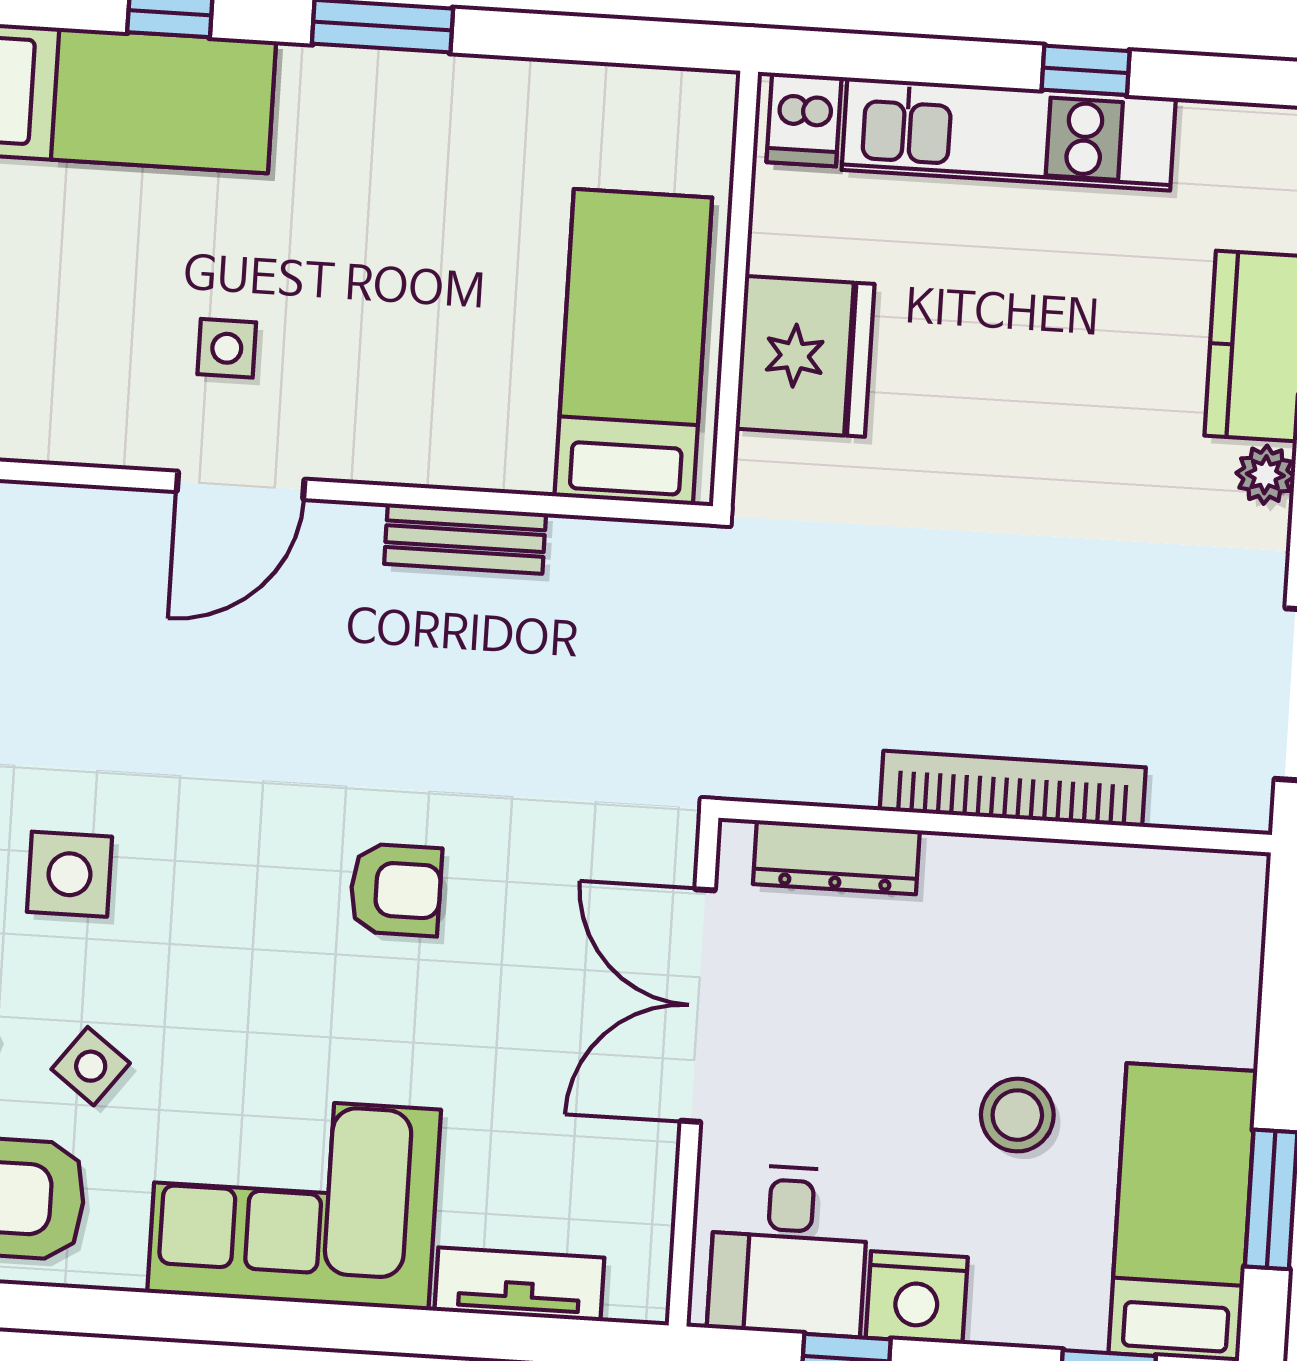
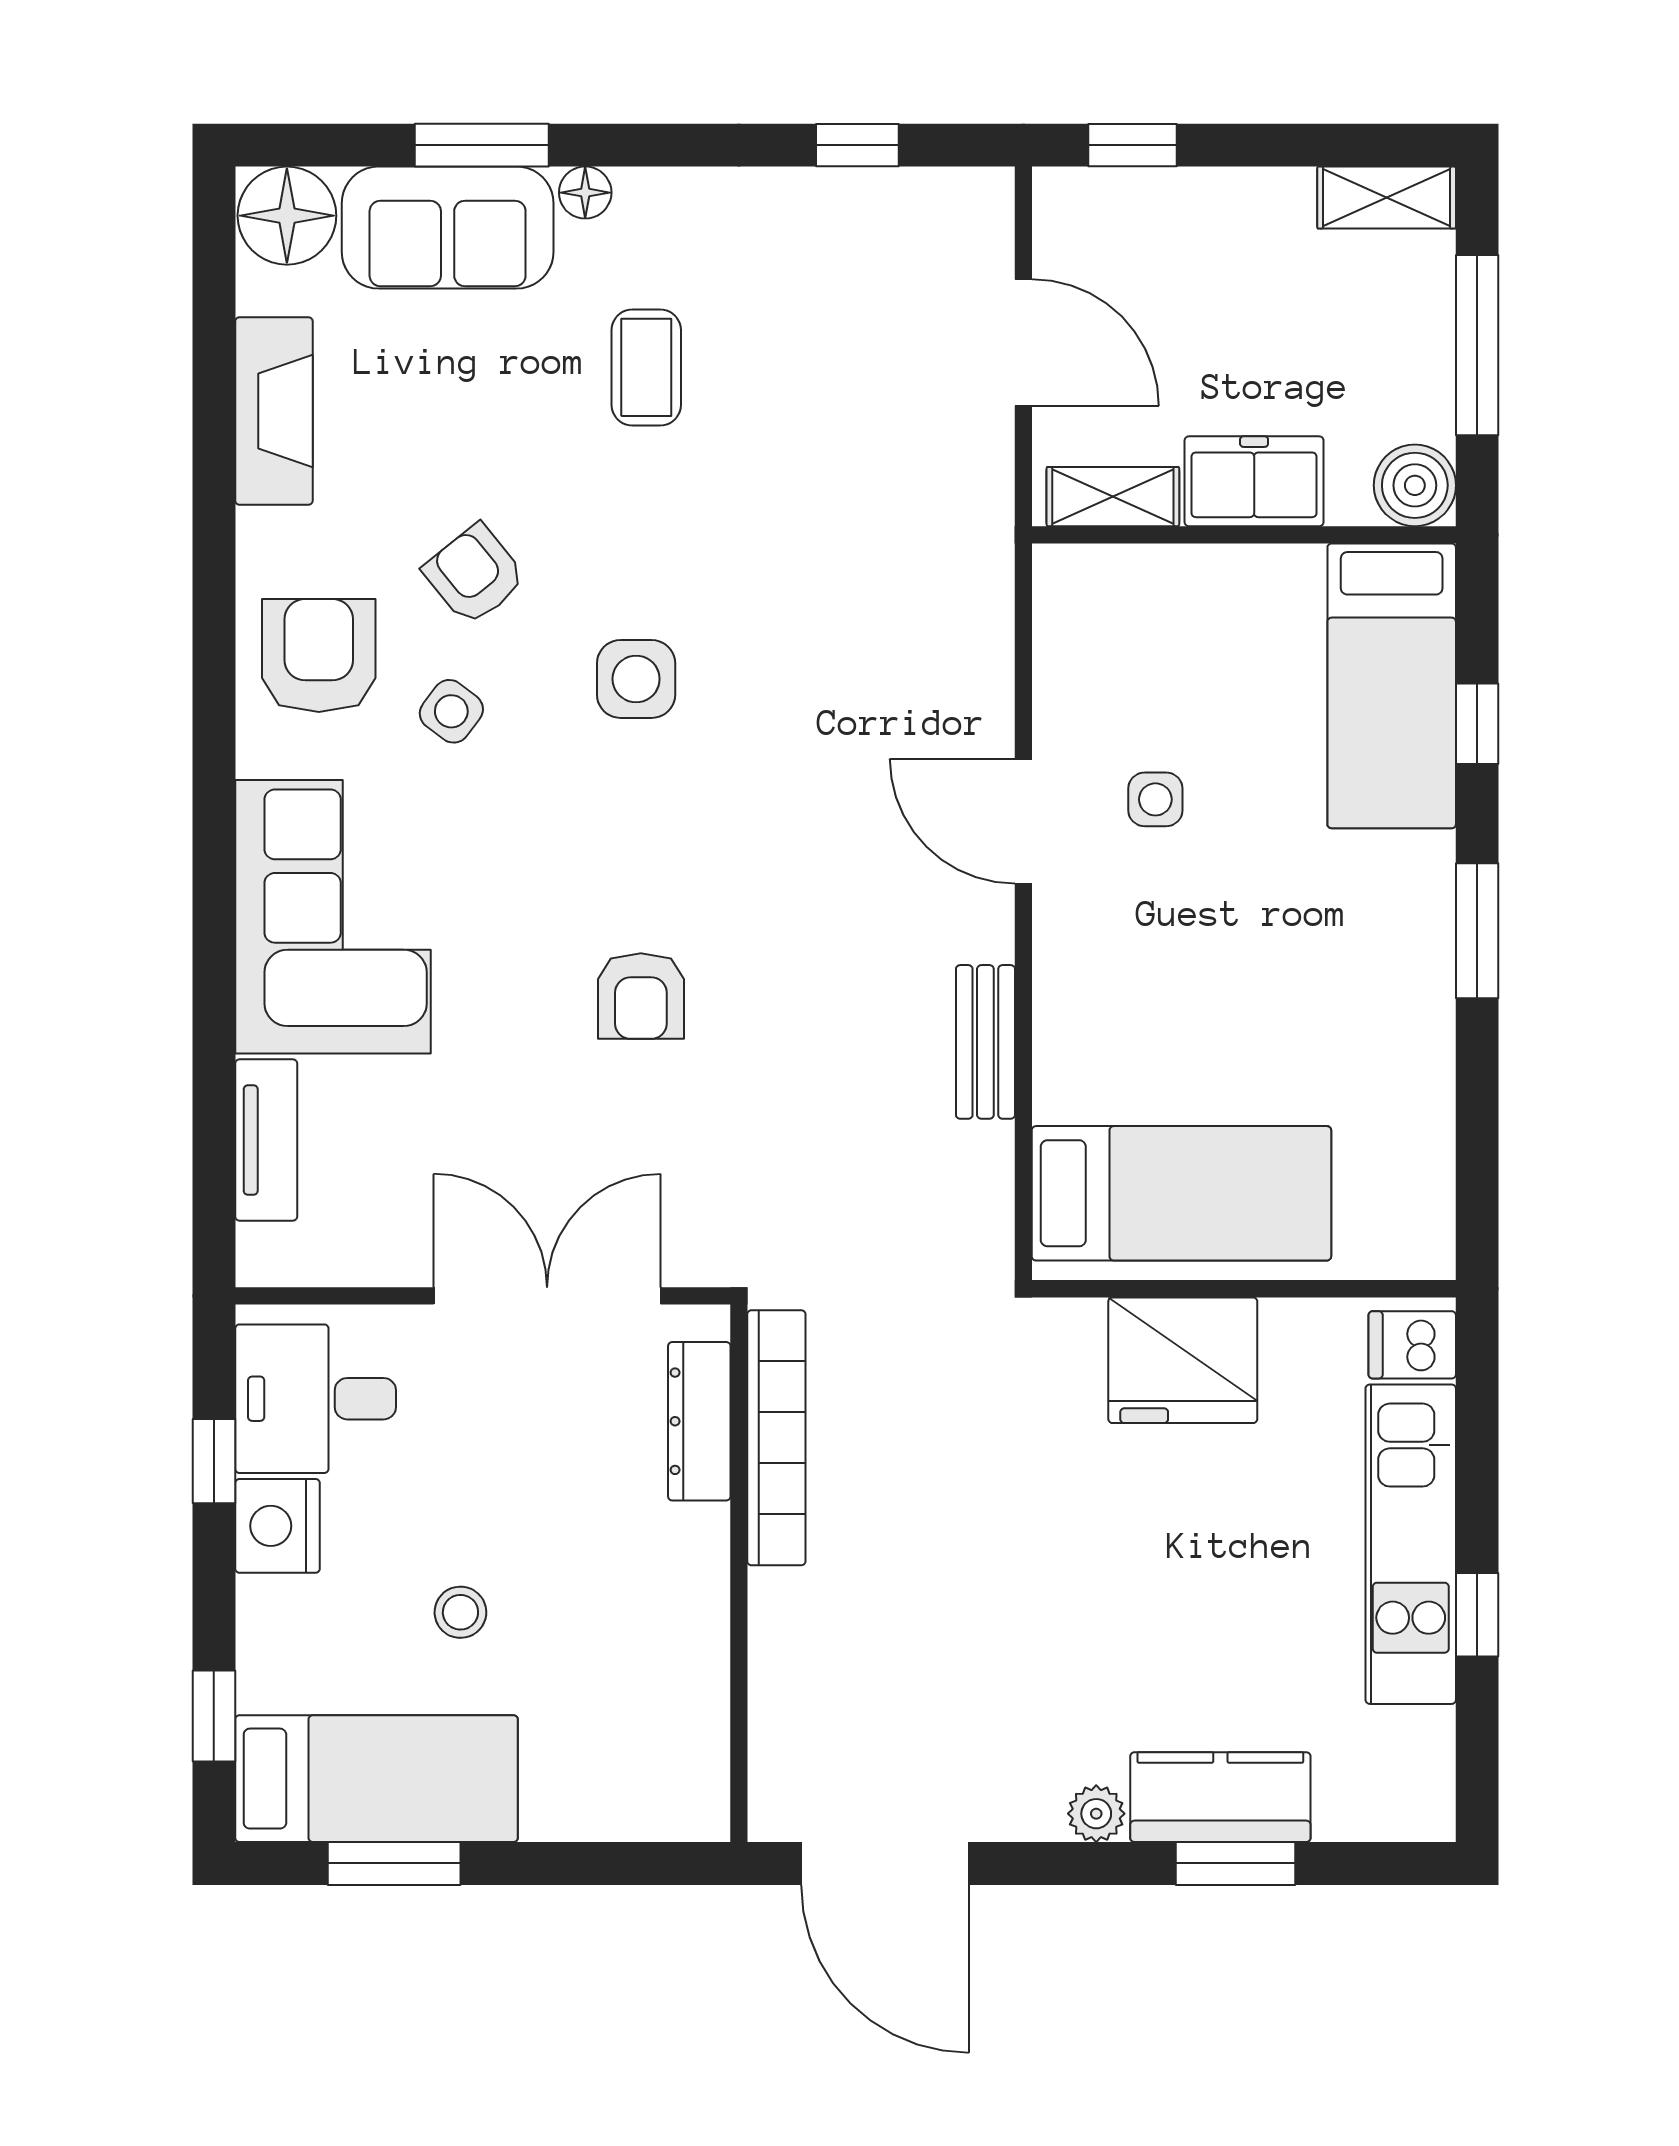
bookcase: (1013, 789) -> (776, 1438), moved
stool: (1017, 1115) -> (460, 1612), width x0.73, depth x0.73

